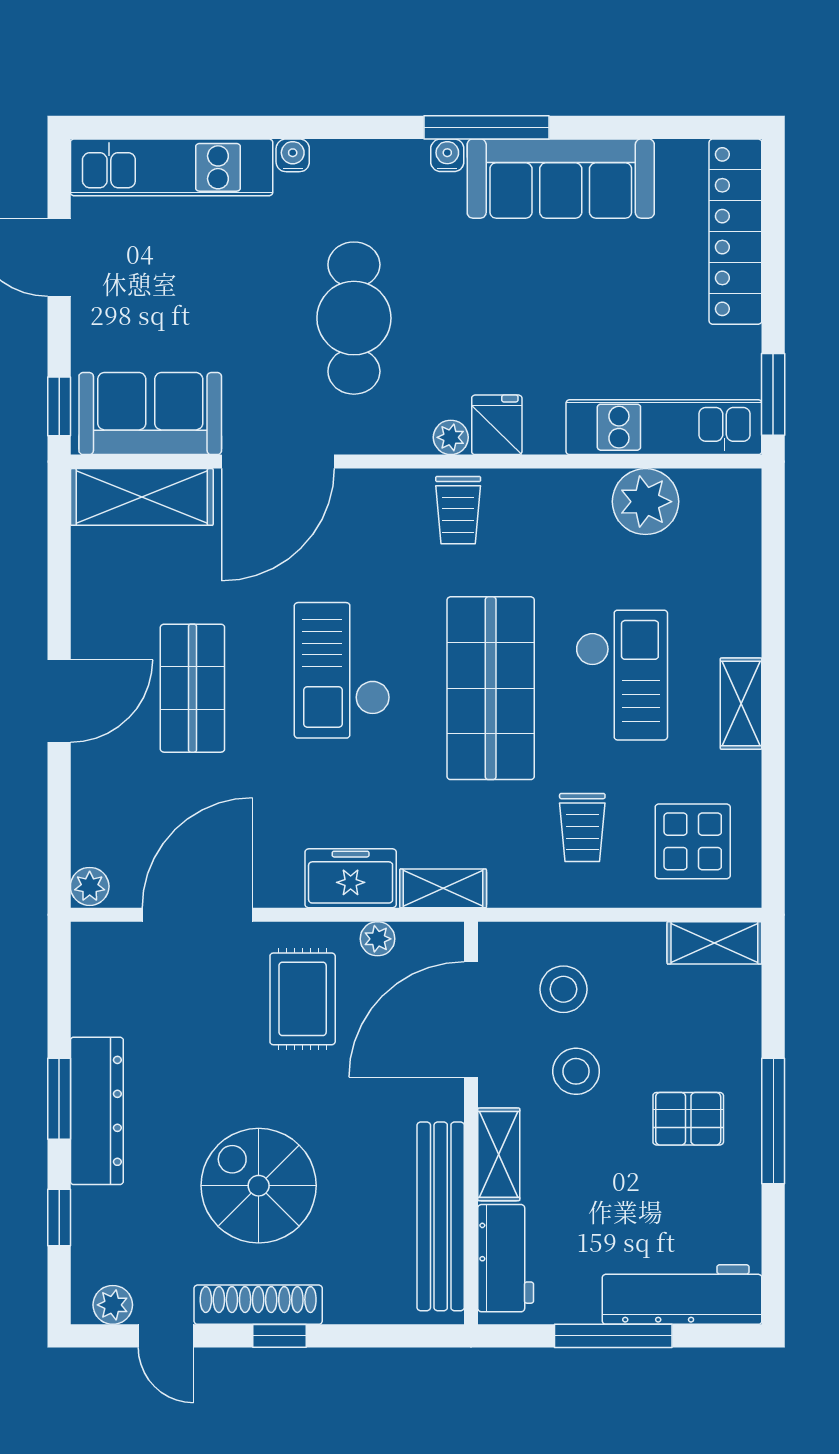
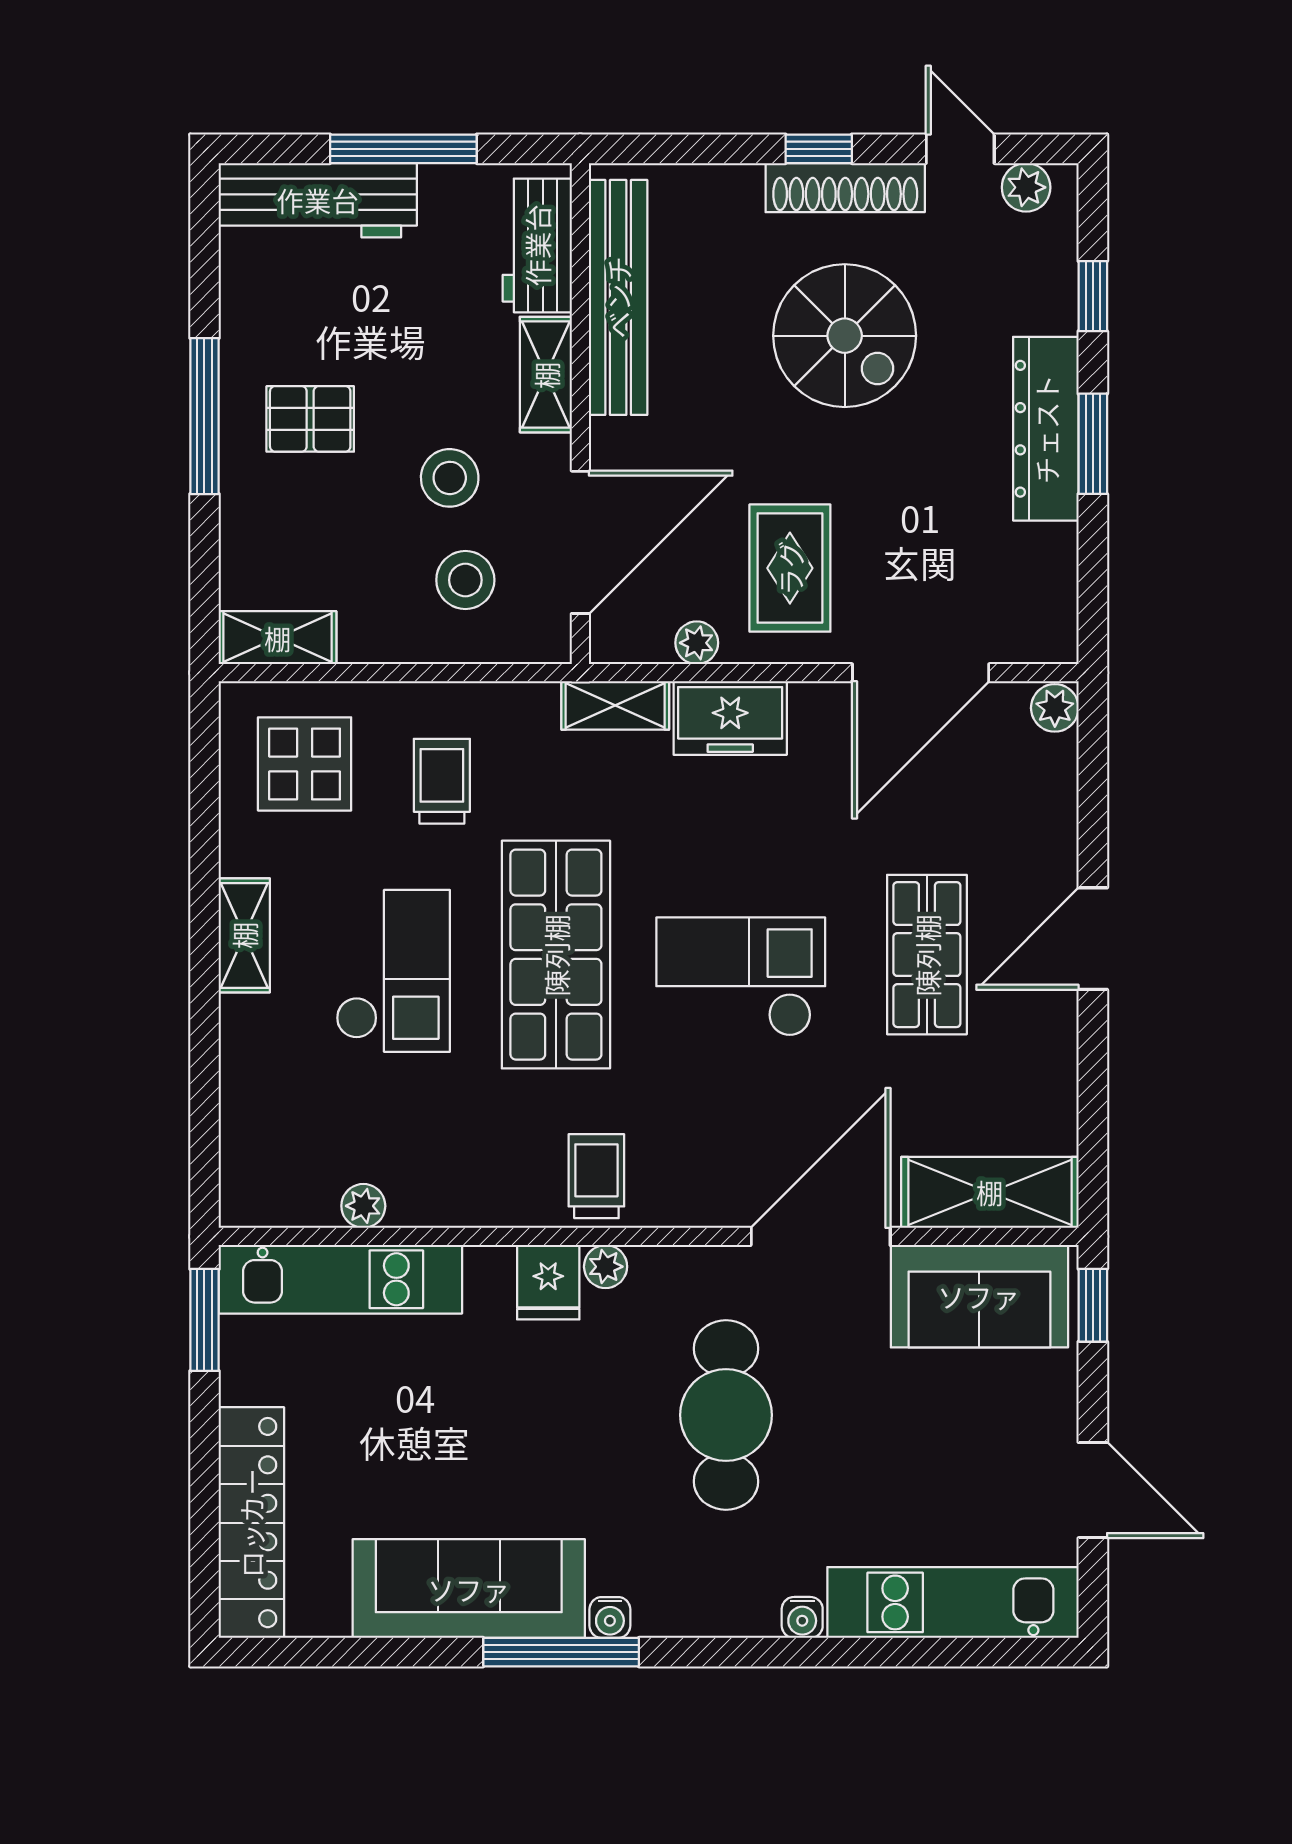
plant: (645, 502) -> (363, 1206), width x0.53, depth x0.53
checkout: (342, 670) -> (741, 977), turned -90
checkout: (622, 675) -> (393, 971), turned 180

